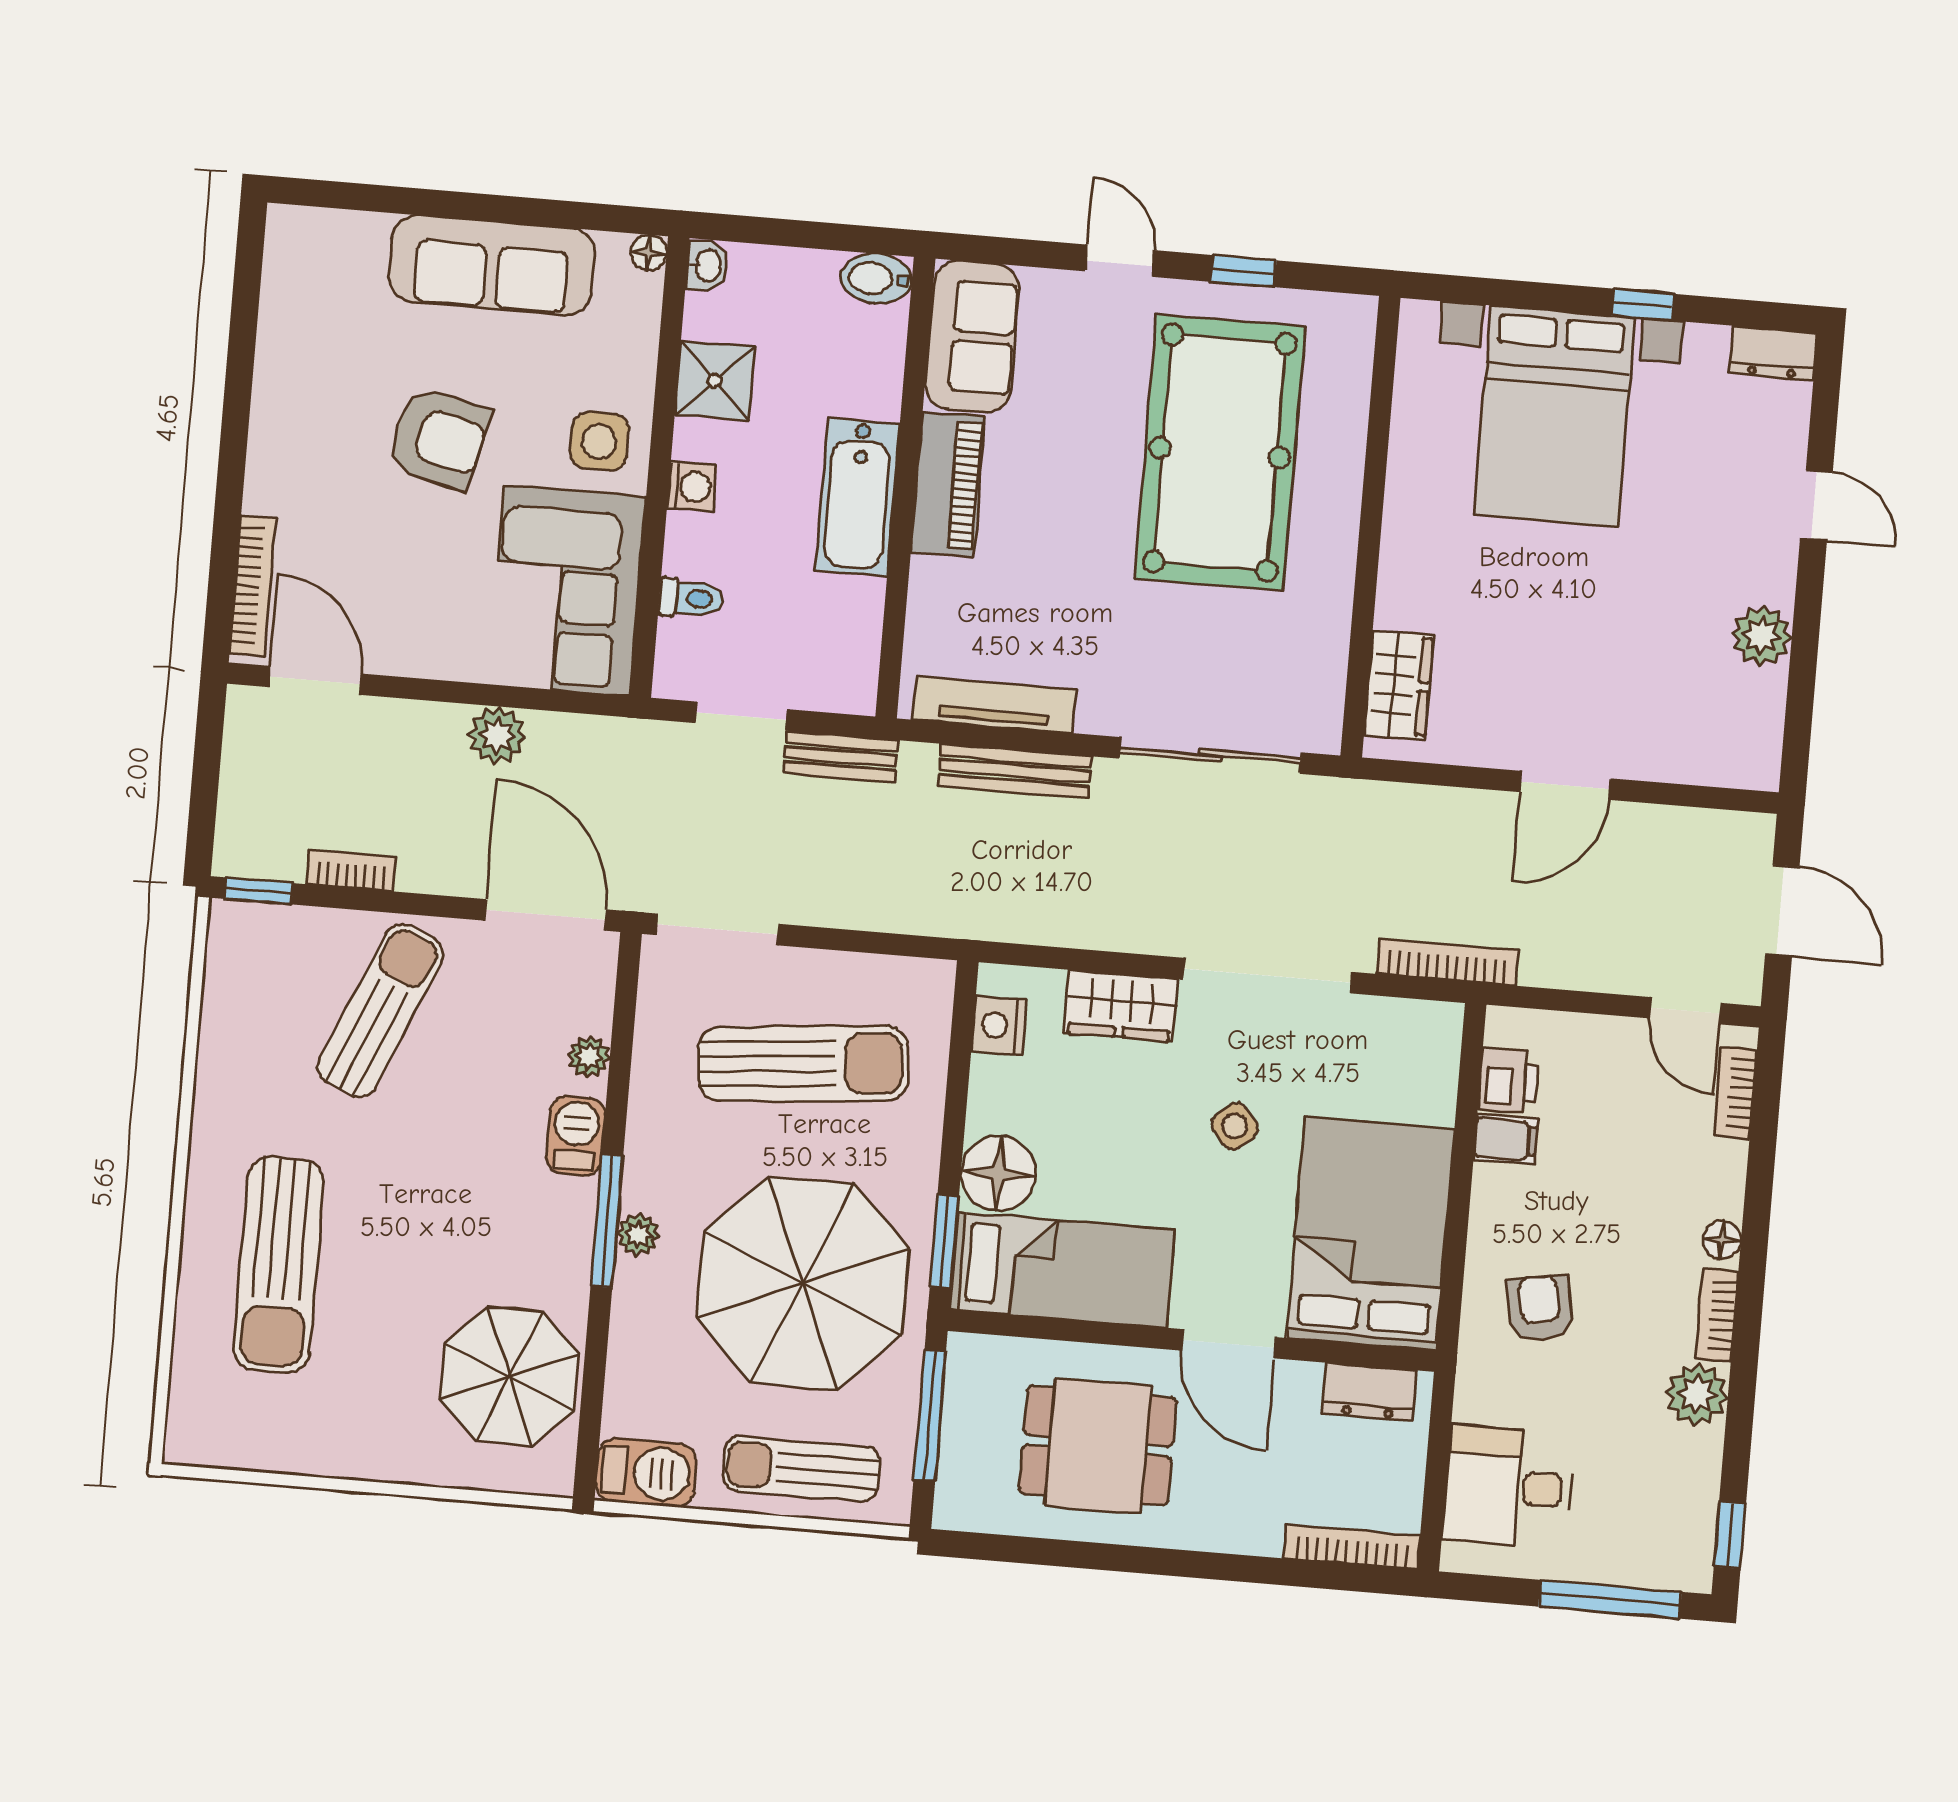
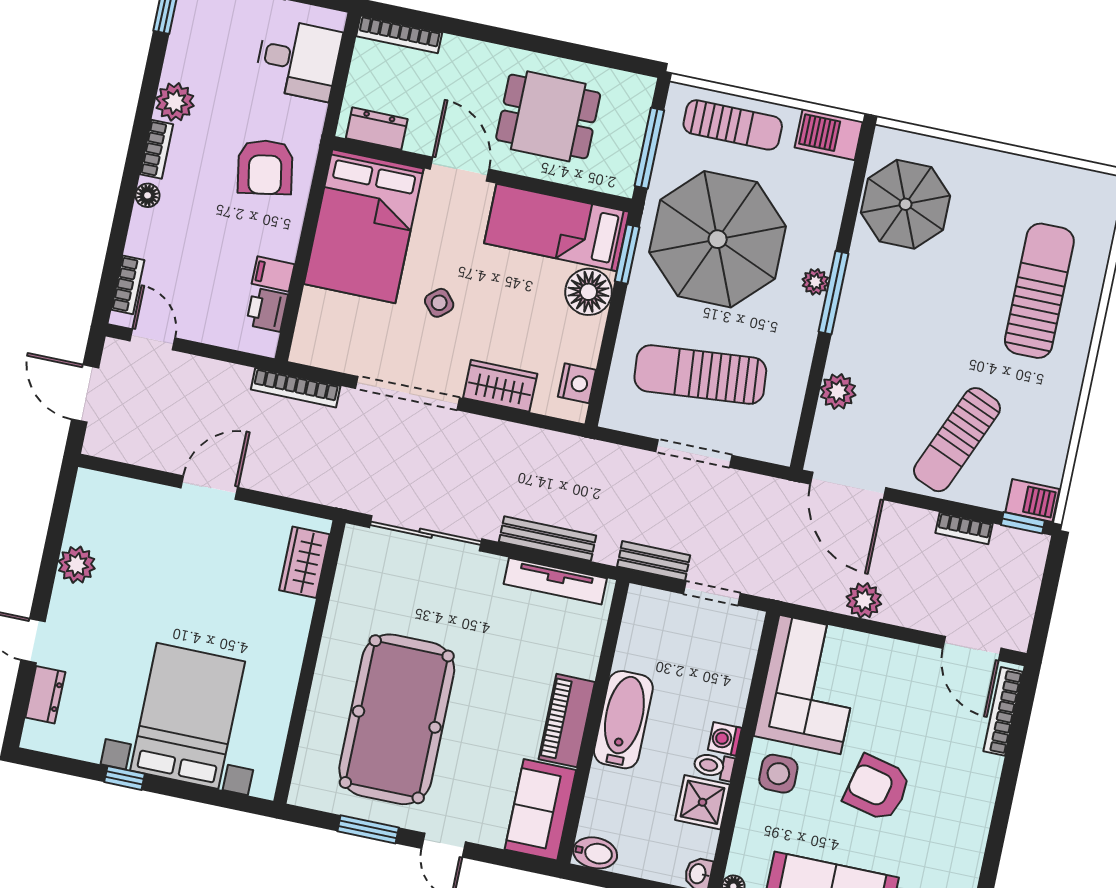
window: (1244, 271) -> (368, 829), width x1.50
dresser: (1773, 353) -> (45, 695), moved, turned 90
toilet: (691, 598) -> (714, 766), moved
doorway: (718, 929) -> (694, 453), moved
plant: (589, 1057) -> (838, 391), width x1.38, depth x1.38
barbecue: (576, 1136) -> (1032, 501), moved, turned -90
armchair: (1540, 1308) -> (265, 167), width x1.38, depth x1.38

